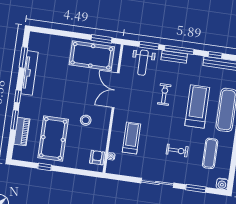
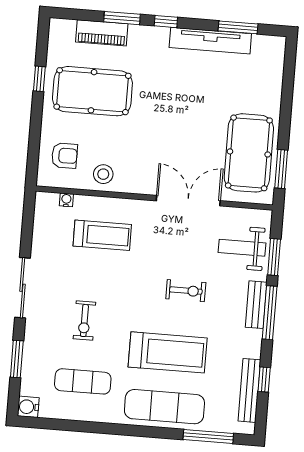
stool: (86, 120) -> (103, 174), moved
armchair: (97, 158) -> (64, 156), moved

